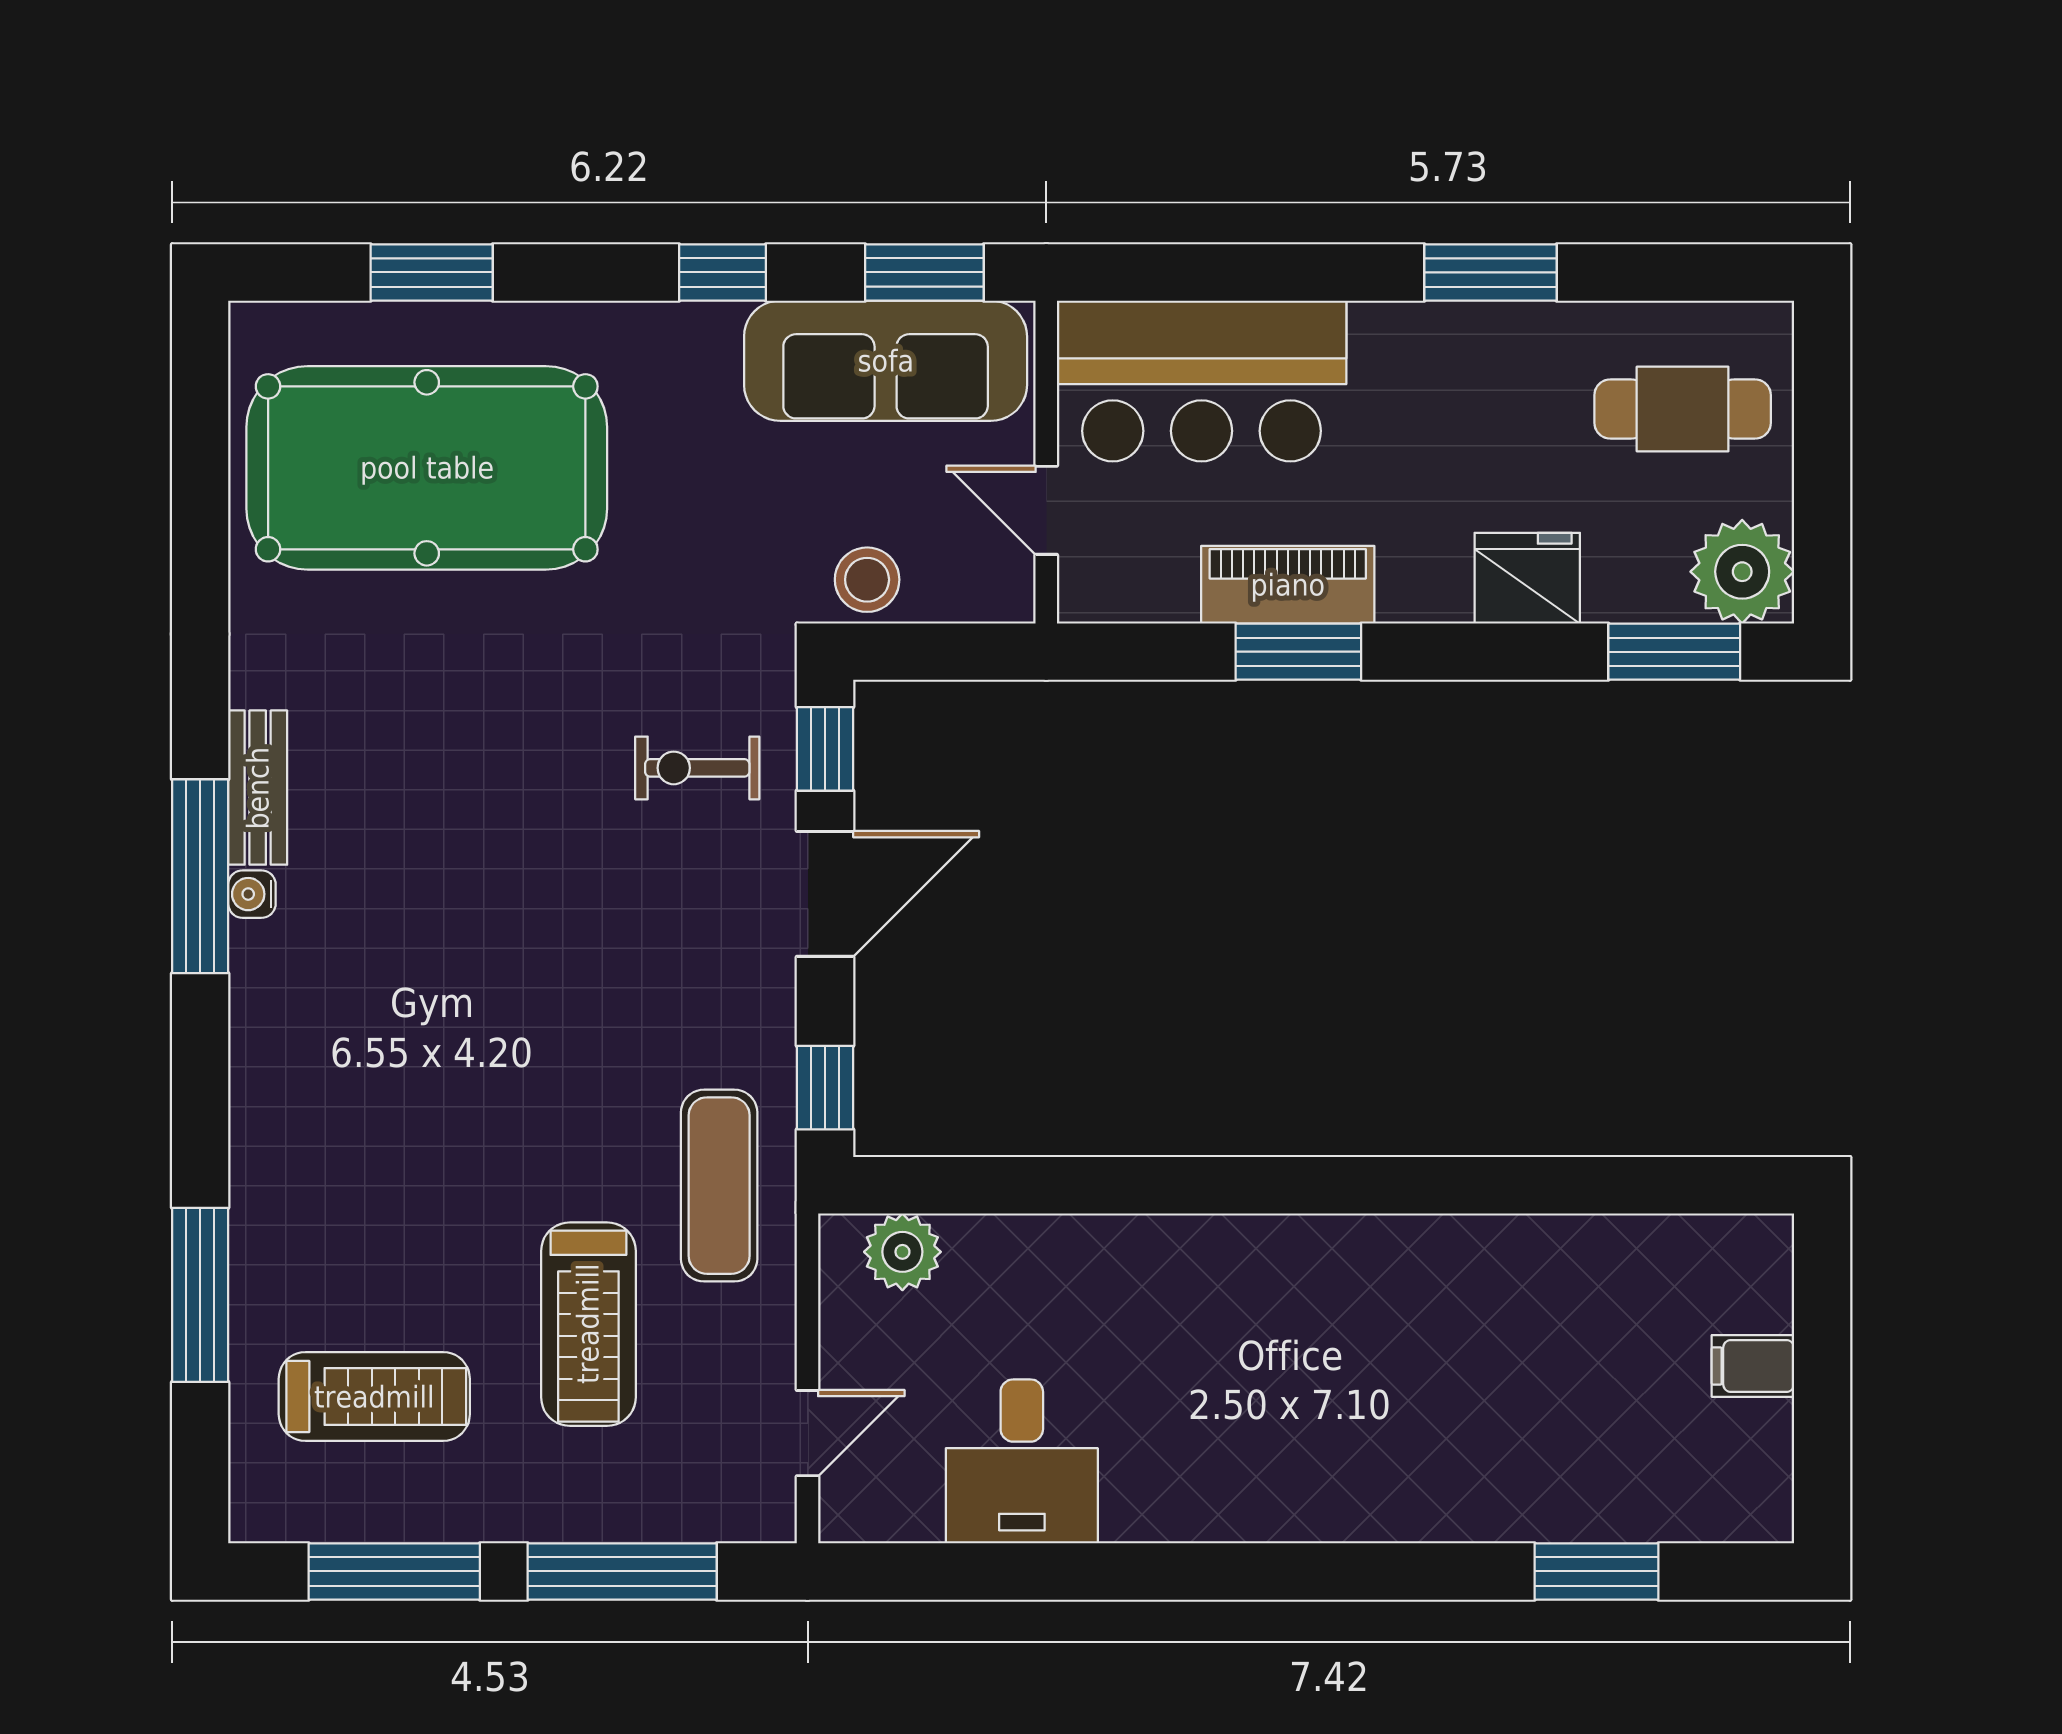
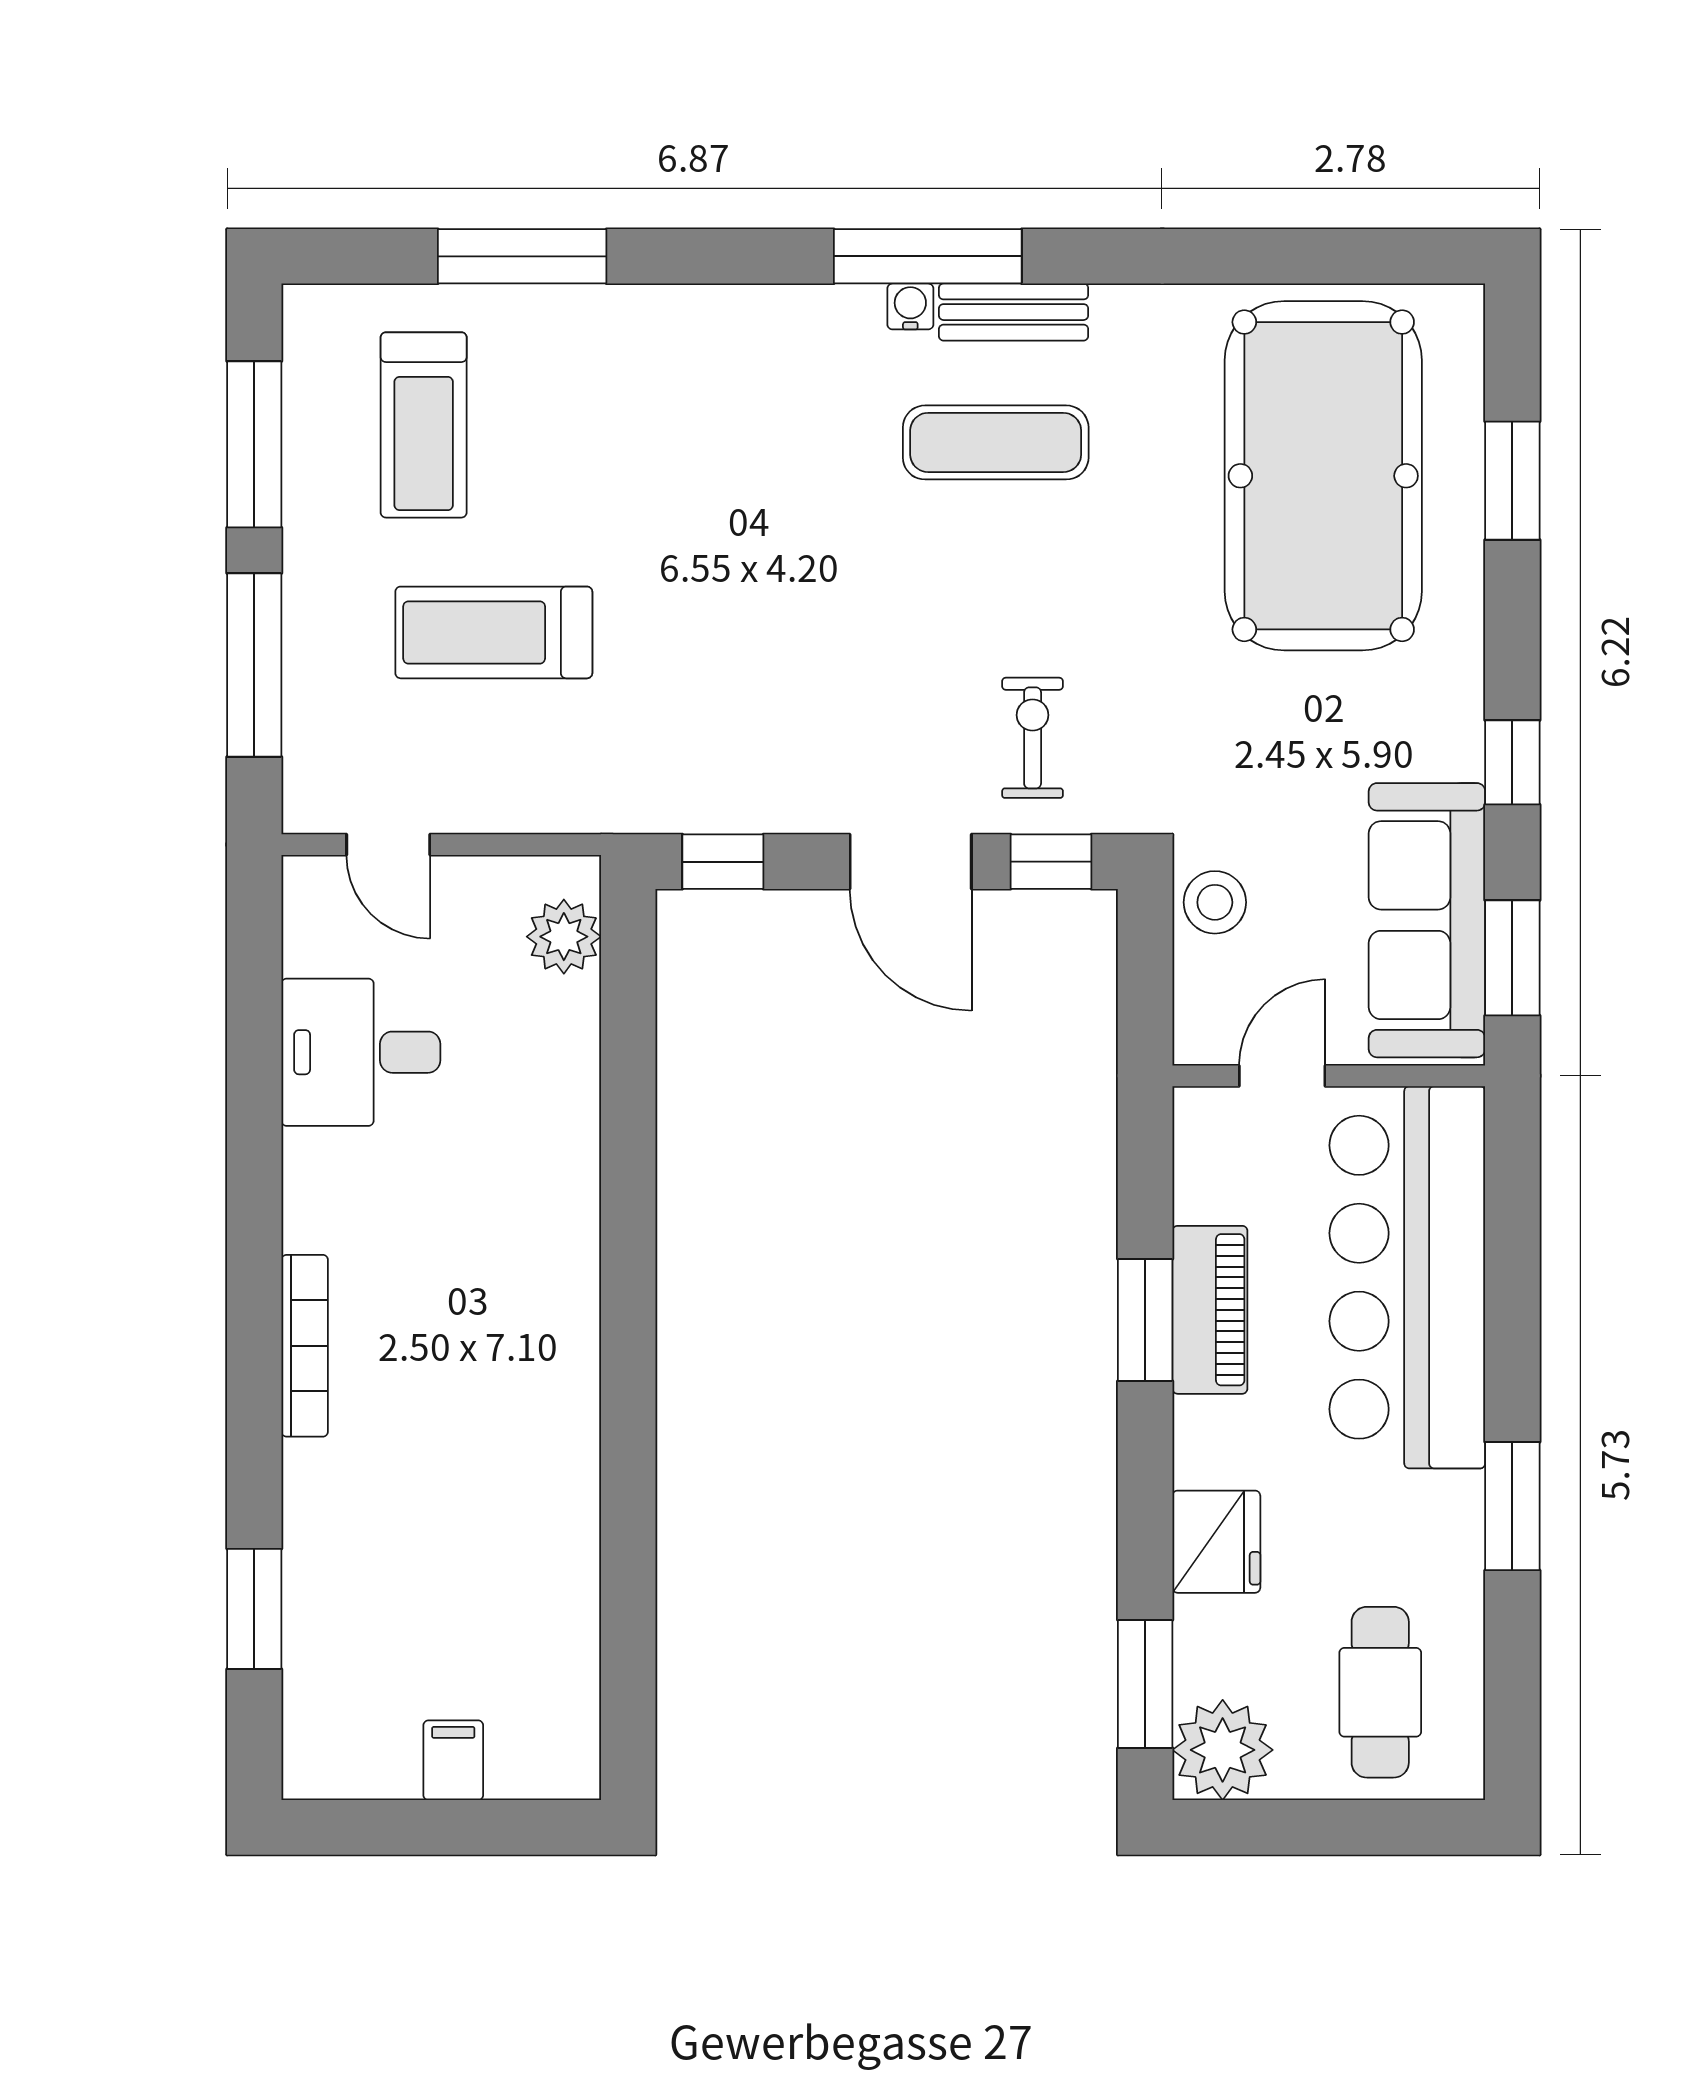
bar counter: (1202, 381) -> (1407, 1277), width x1.36
exercise mat: (719, 1186) -> (996, 442), moved
bookcase: (1325, 1519) -> (305, 1346), added

